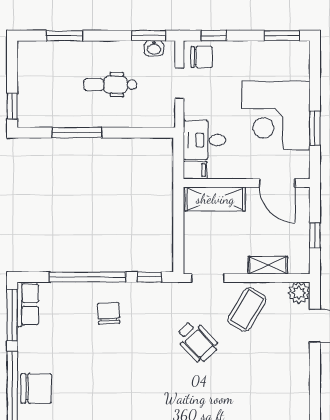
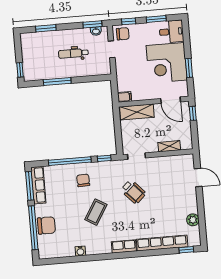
window: (282, 36) -> (156, 19), moved
desk: (204, 140) -> (171, 32), moved, turned 180
window: (315, 235) -> (193, 113), moved
plant: (299, 293) -> (193, 220), moved
row of seats: (28, 304) -> (38, 185), width x1.48
coffee table: (247, 310) -> (96, 212), moved

